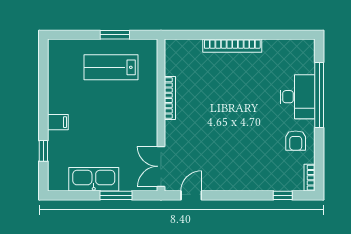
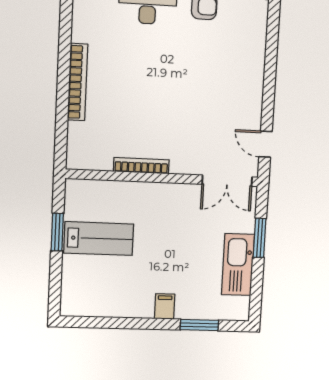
lab bench: (111, 67) -> (99, 239), turned -90
window: (43, 151) -> (199, 325), width x1.50
window: (283, 195) -> (273, 28), removed

